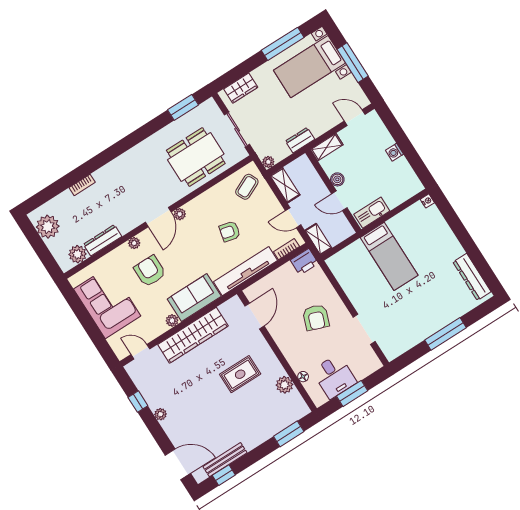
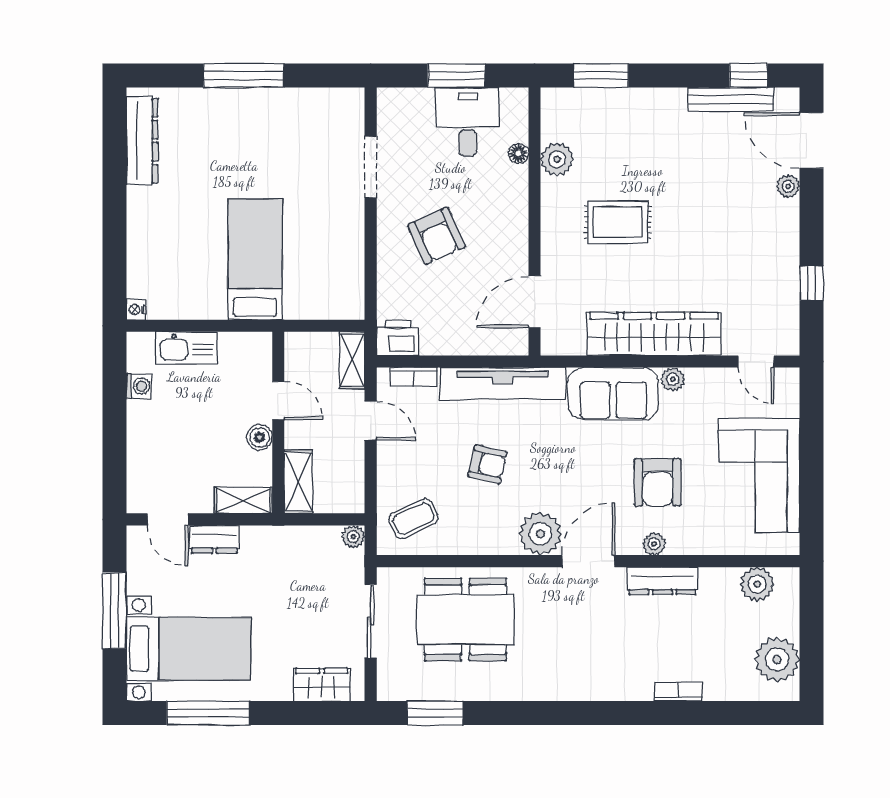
dresser: (300, 140) -> (215, 539), moved
washing machine: (394, 152) -> (139, 386), moved
shelving: (285, 185) -> (298, 482), moved
kitchen sink: (372, 213) -> (186, 348), moved
plant: (180, 214) -> (540, 534), width x1.88, depth x1.88
dresser: (103, 240) -> (662, 581), moved
armchair: (316, 317) -> (437, 236), turned 136
plant: (160, 414) -> (788, 186), moved

